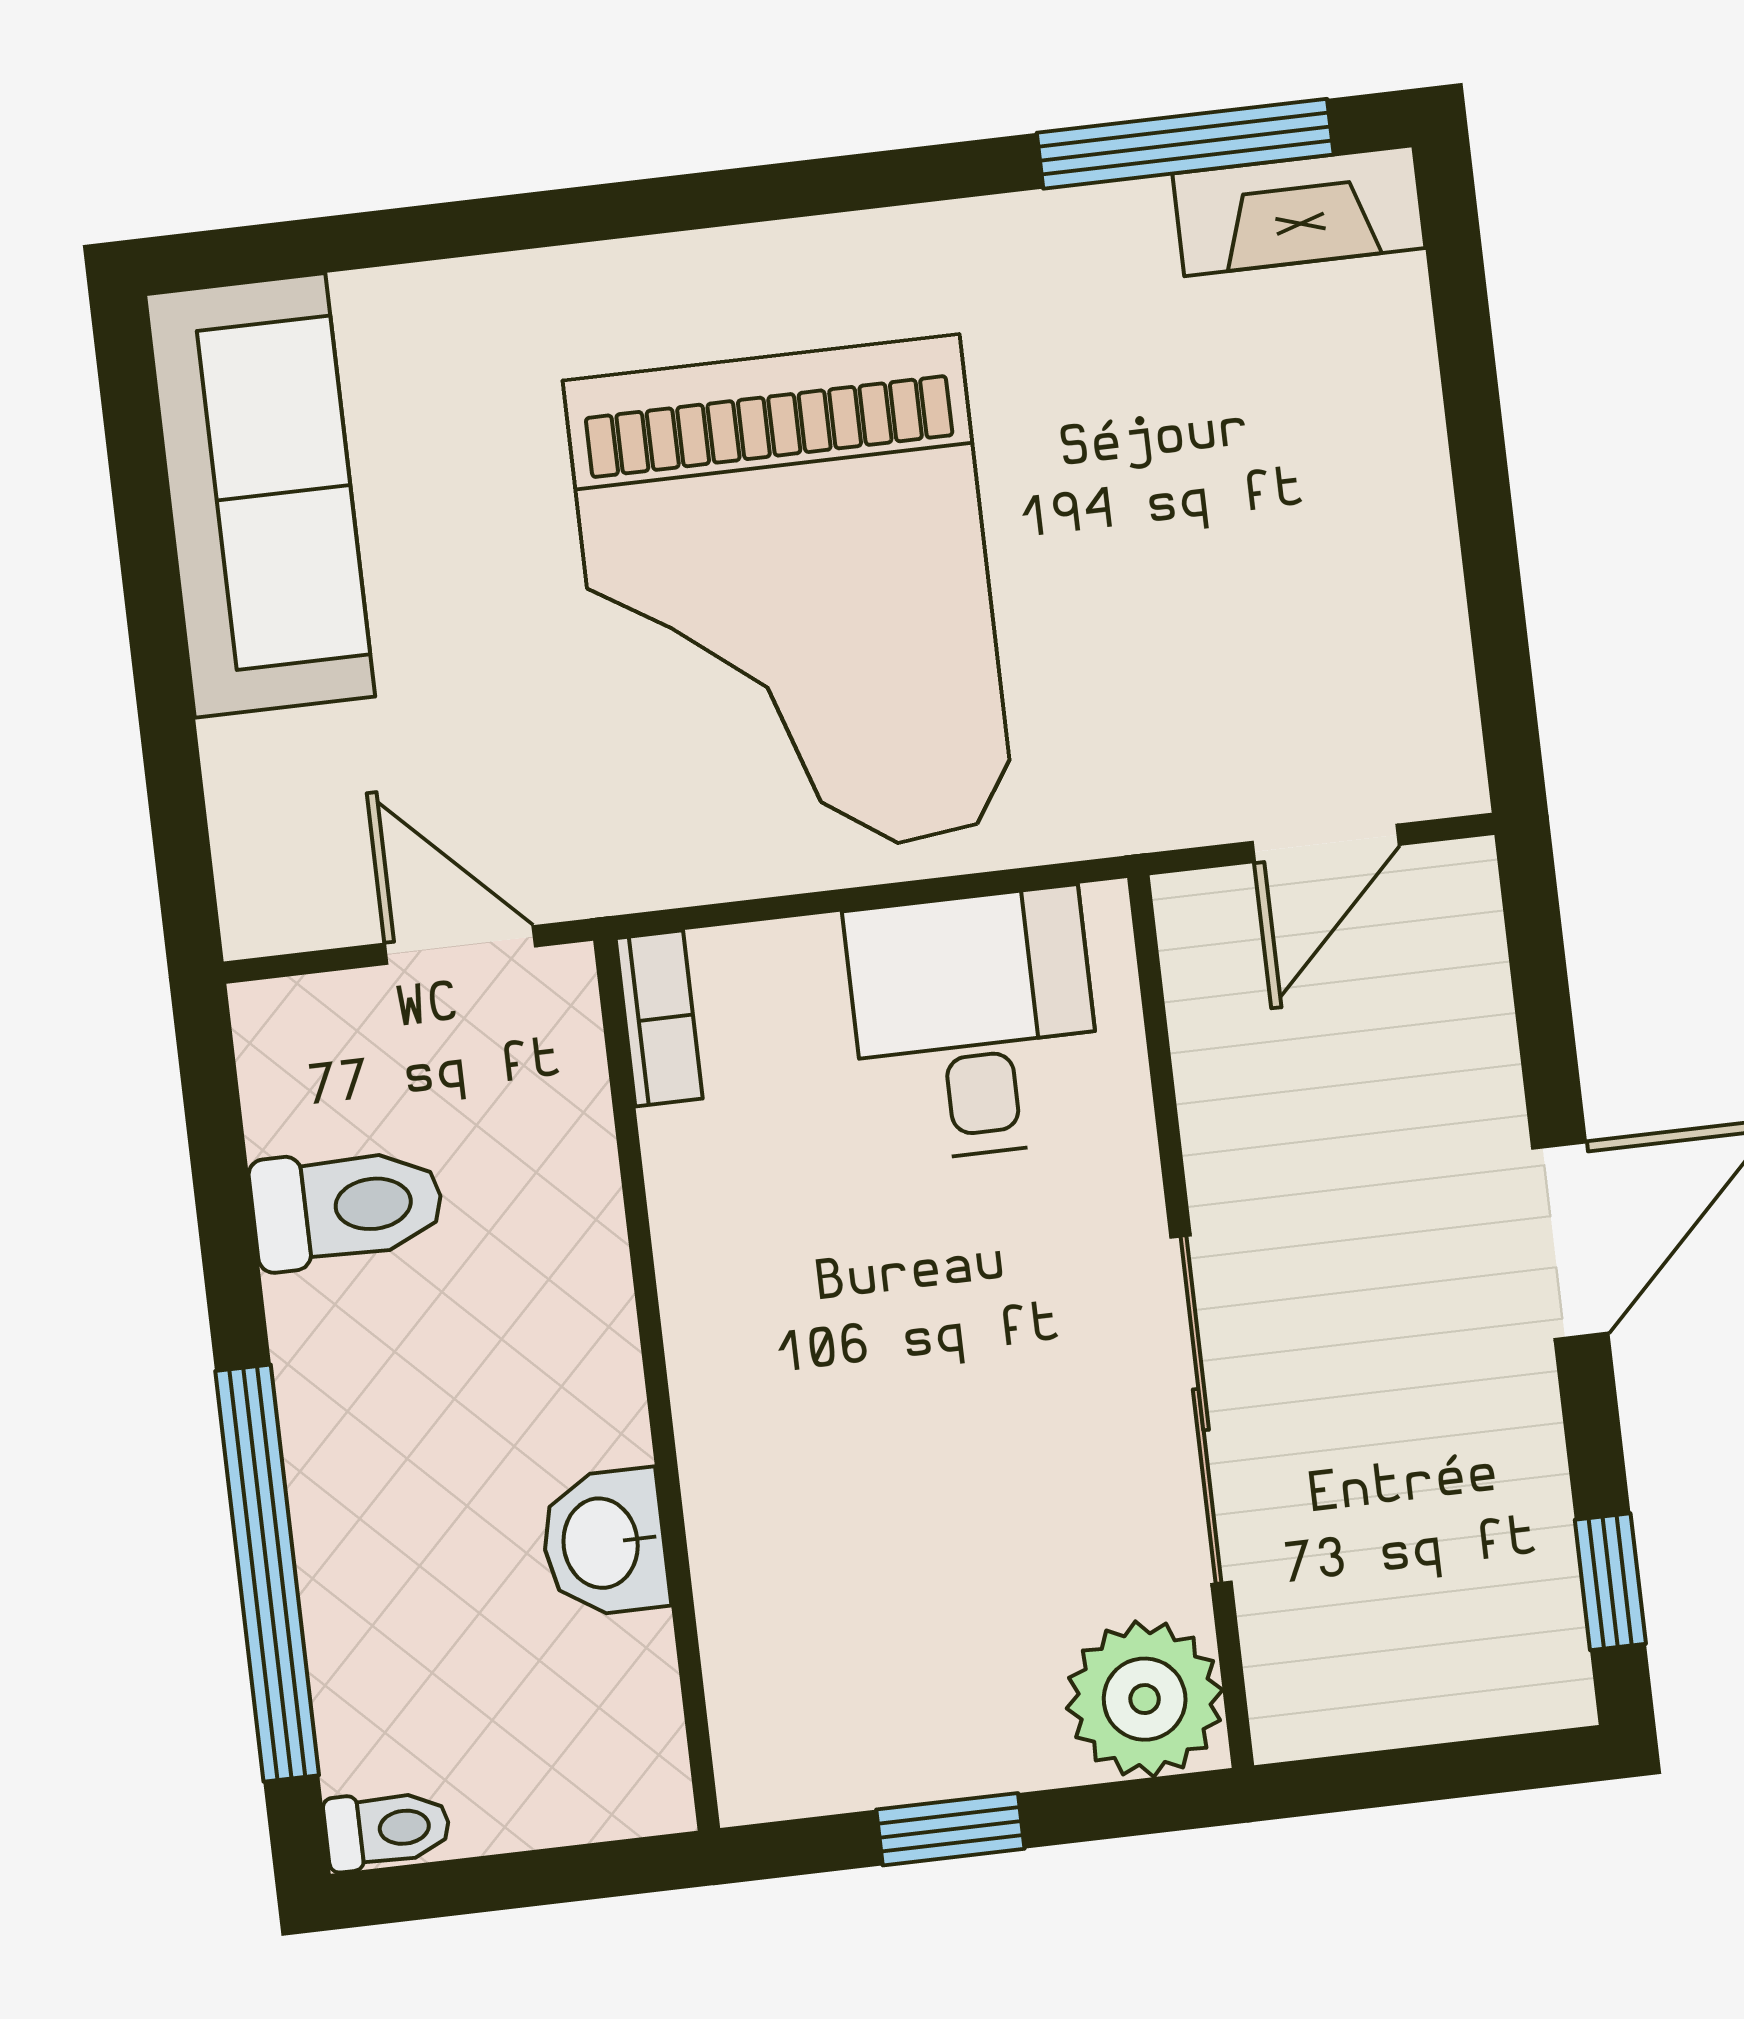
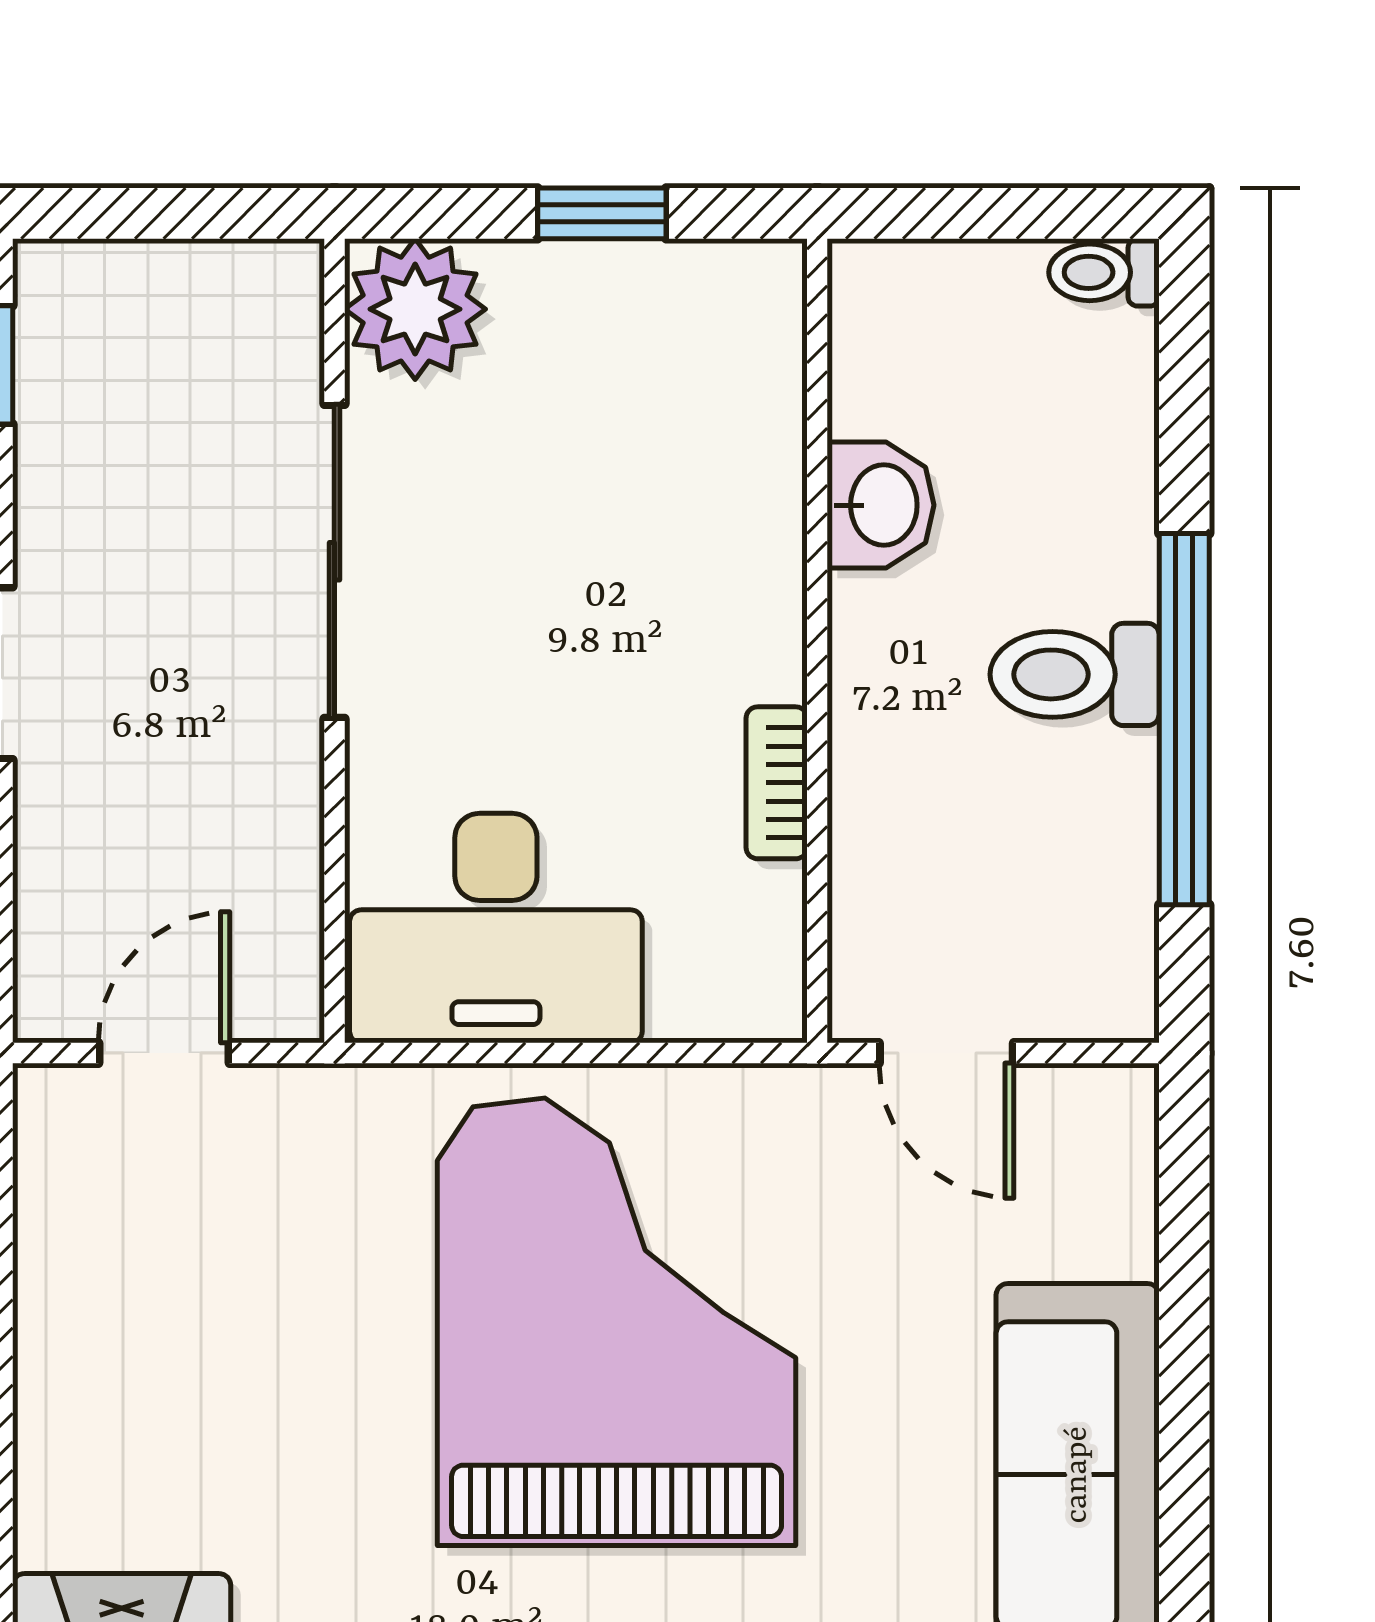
bookcase: (659, 1018) -> (777, 783), moved
desk: (975, 1025) -> (496, 928), width x1.37
toilet: (347, 1207) -> (1075, 674), moved
window: (267, 1573) -> (1184, 719), moved

